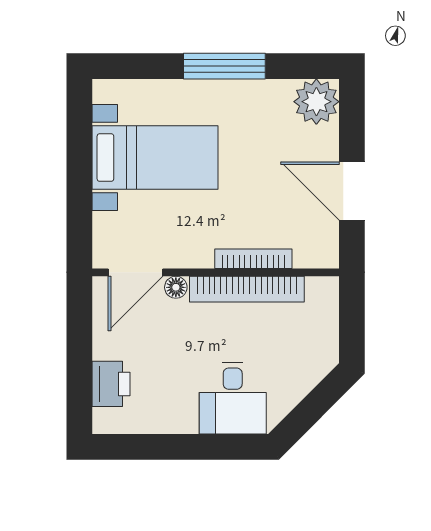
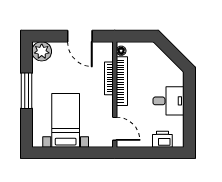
door: (352, 191) -> (80, 36), hinge flipped
floor lamp: (176, 287) -> (121, 51), moved
desk: (233, 398) -> (169, 101), moved

